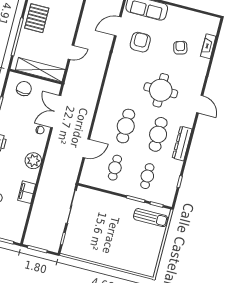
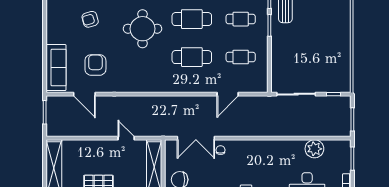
armchair: (140, 42) -> (95, 65), turned 90
door: (86, 148) -> (228, 94), swing flipped
plant: (33, 161) -> (314, 149), moved
filing cabinet: (27, 192) -> (293, 147), removed

